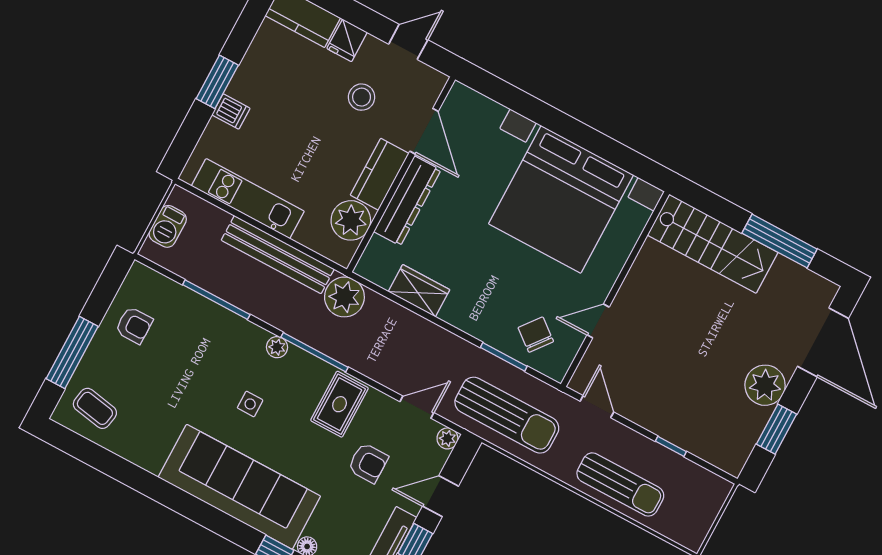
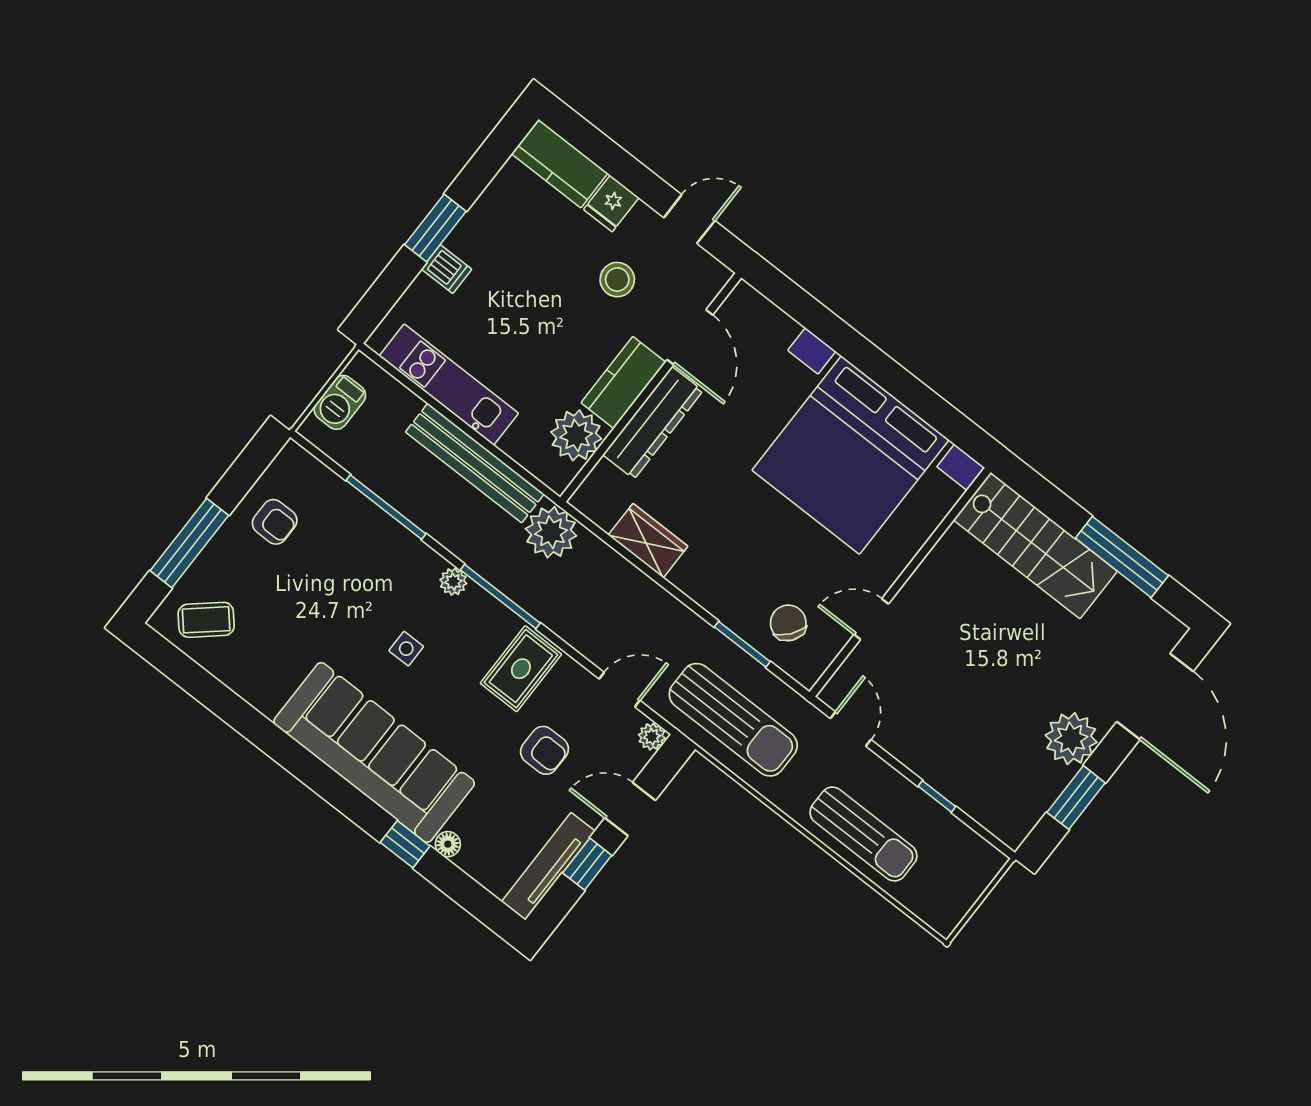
coffee table: (95, 408) -> (206, 620), turned -51

